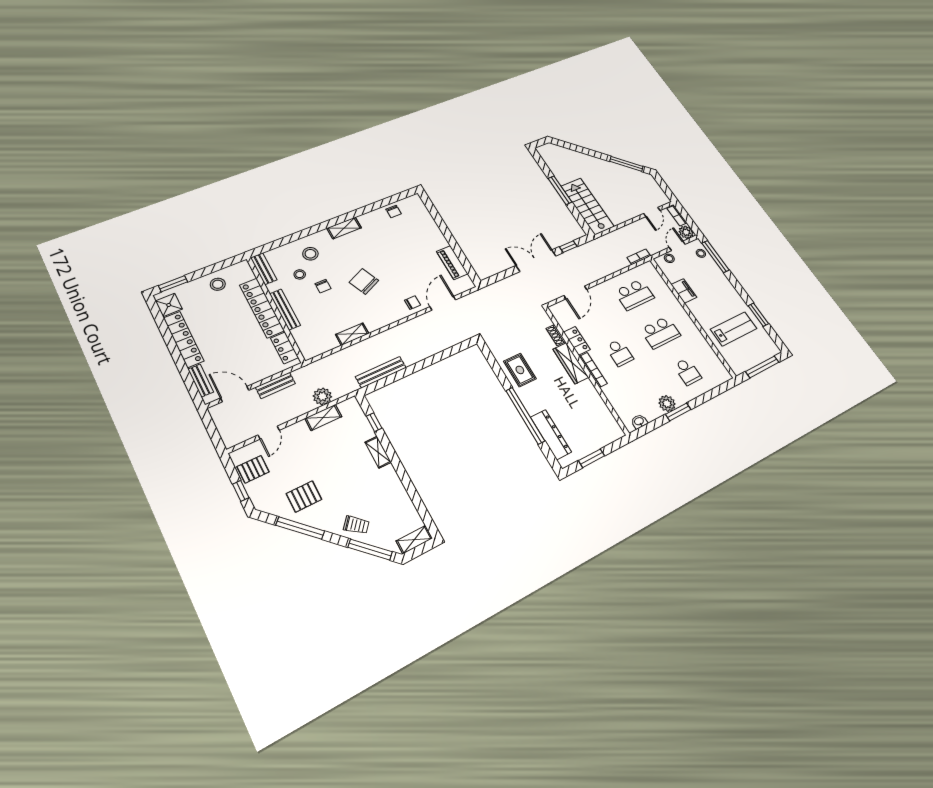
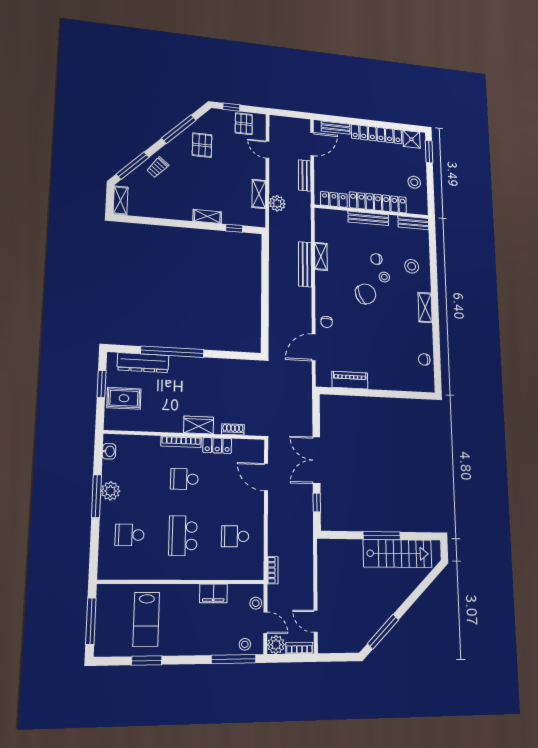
stairs: (587, 206) -> (397, 553), moved
double door: (536, 261) -> (316, 460), swing flipped
stool: (300, 274) -> (384, 277), moved
school desk: (634, 295) -> (235, 536), width x0.54
door: (443, 303) -> (314, 347), swing flipped
wardrobe: (571, 363) -> (199, 425), width x0.67
rug: (520, 370) -> (124, 398), moved
bench: (381, 372) -> (305, 264), moved
window: (678, 412) -> (96, 496), width x1.44

